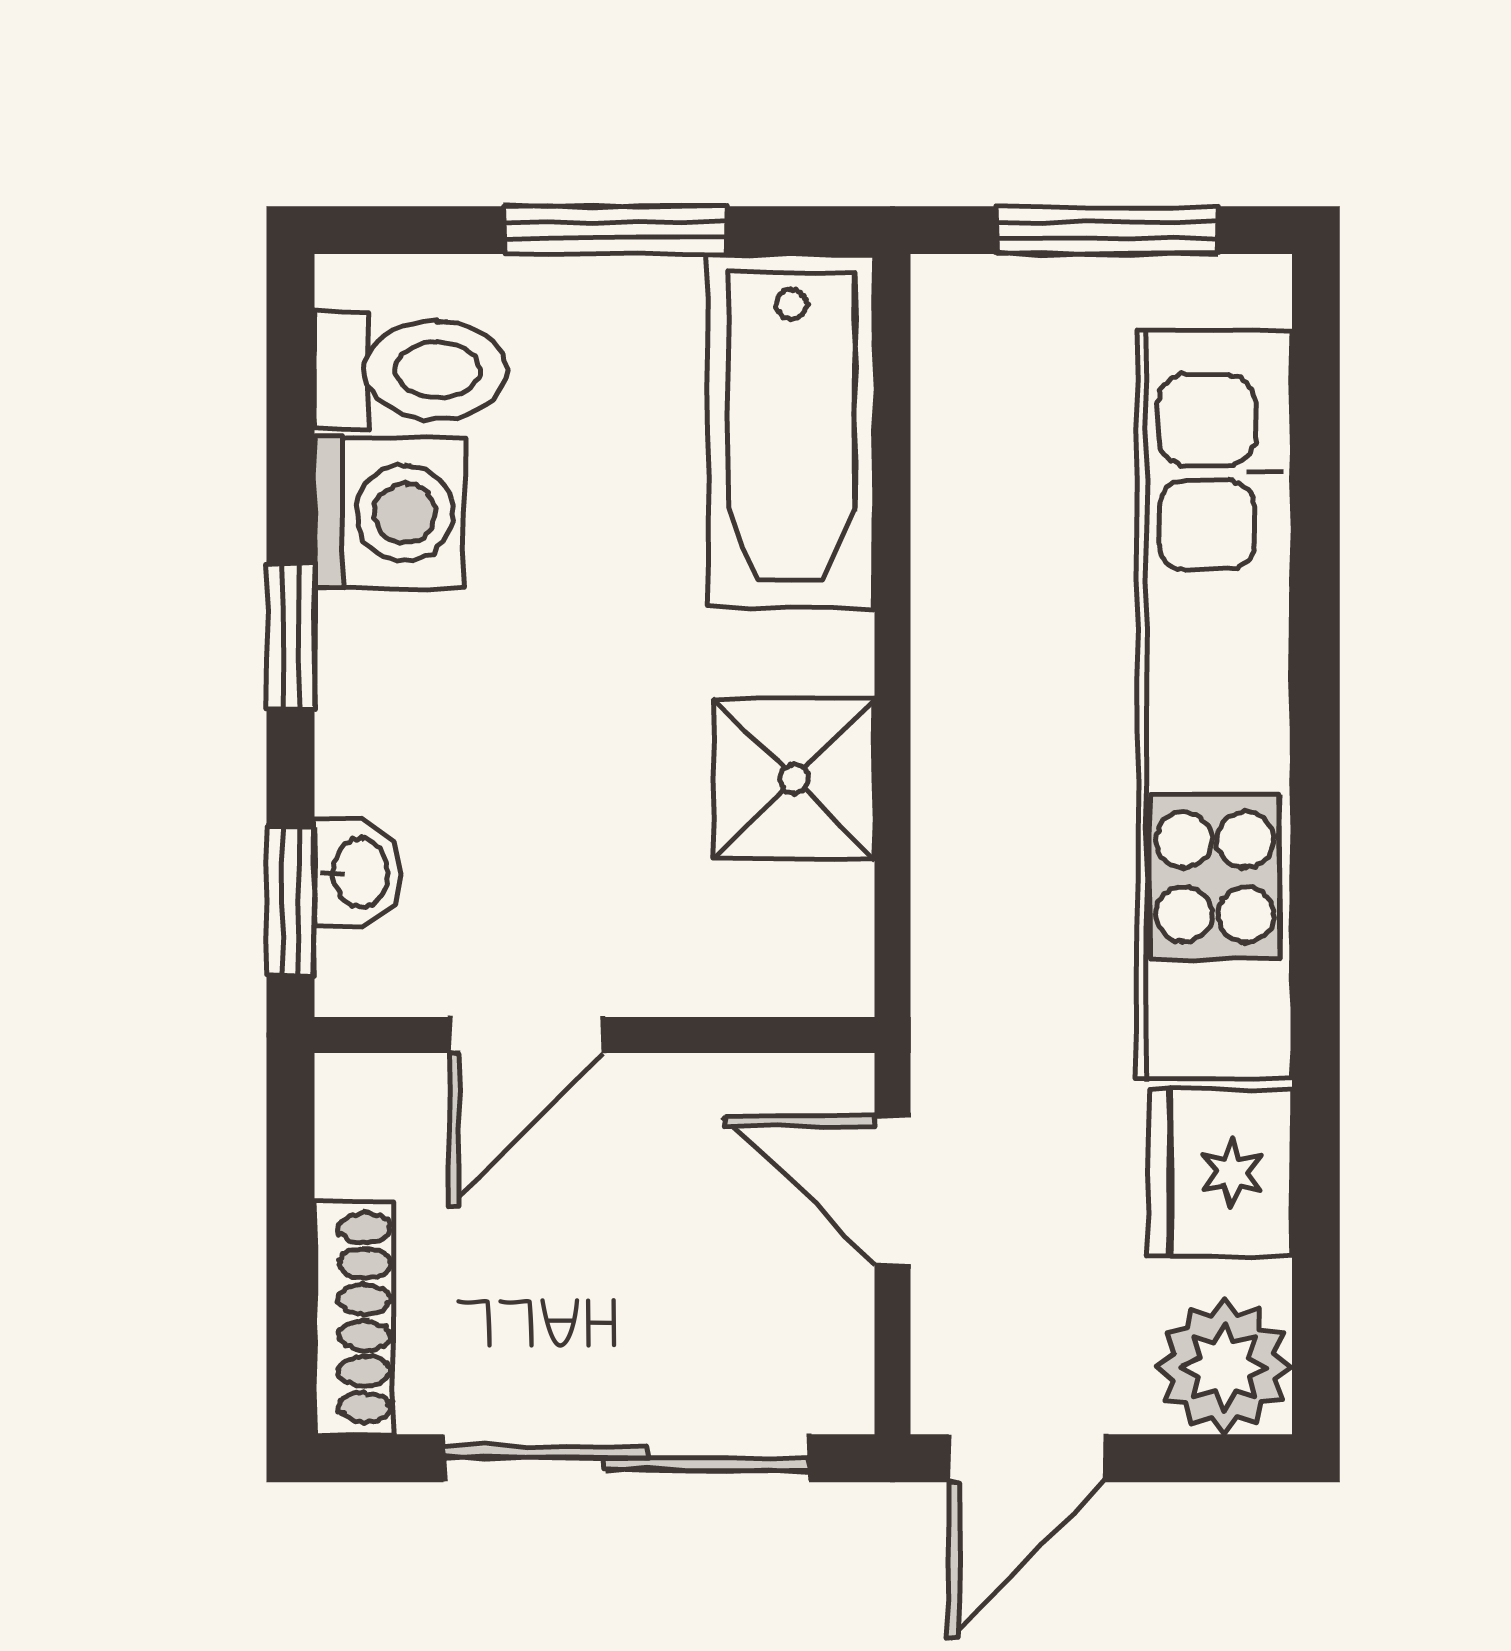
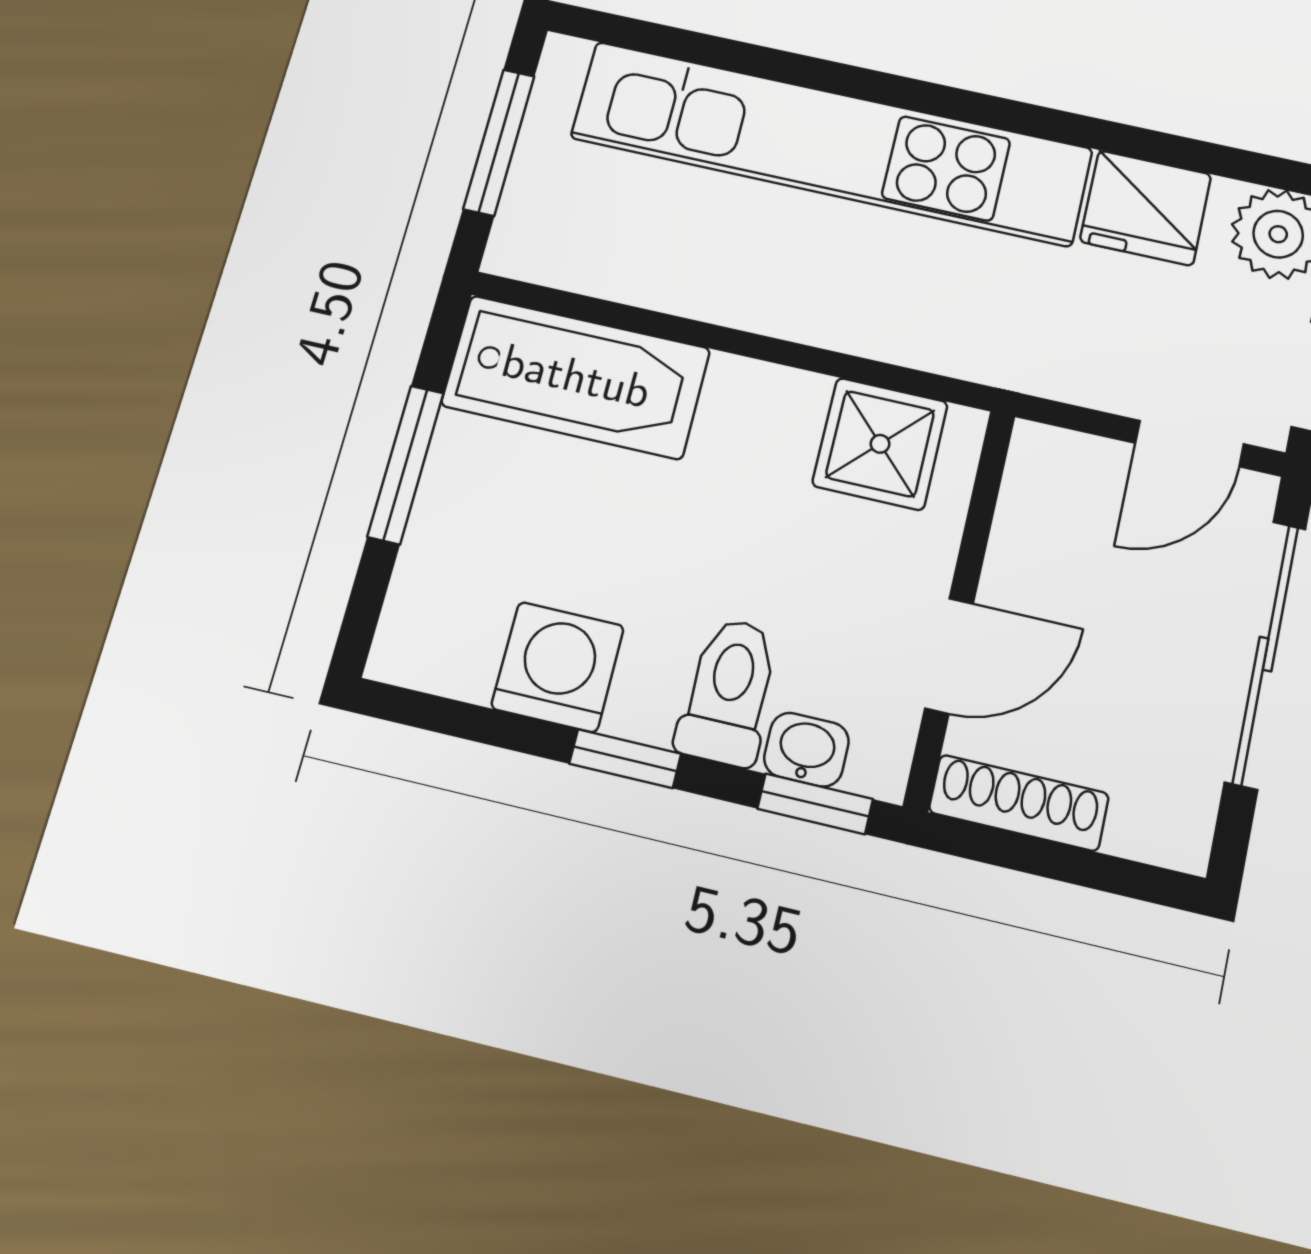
toilet: (410, 370) -> (729, 692), moved
shower: (794, 779) -> (880, 444), moved
door: (526, 1035) -> (949, 656), hinge flipped
door: (893, 1190) -> (1189, 444), moved
shoe rack: (354, 1318) -> (1019, 803), moved

